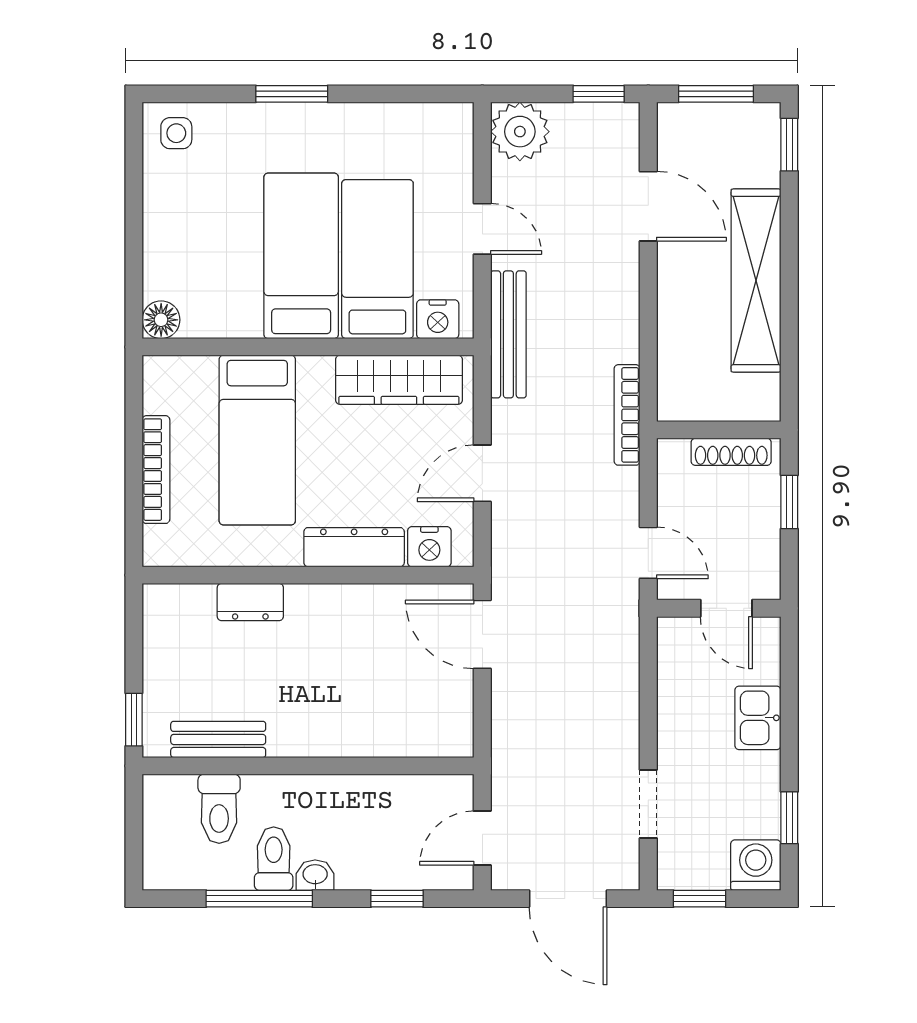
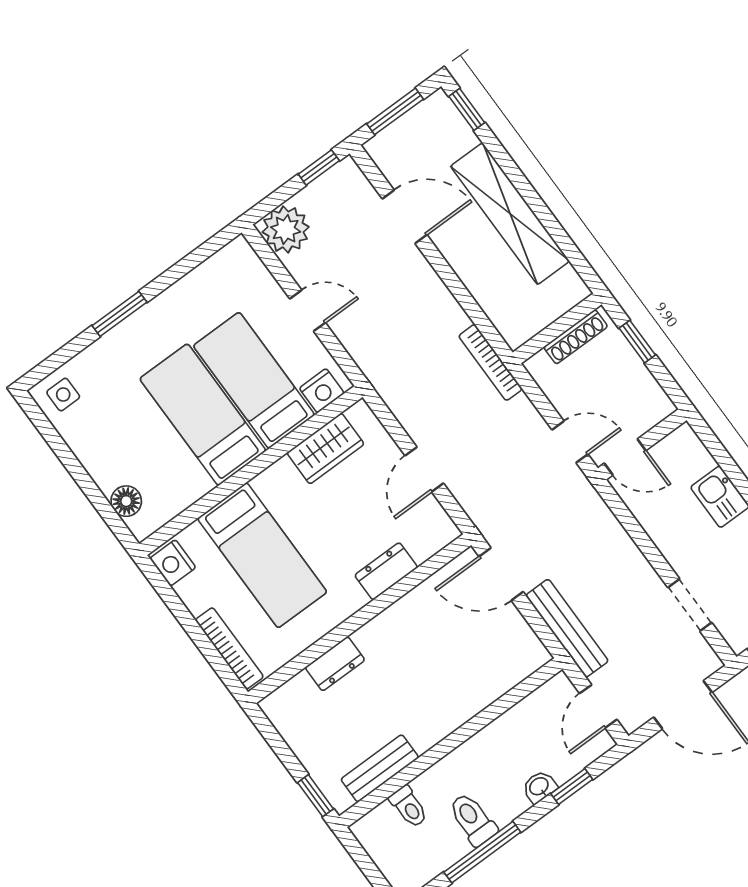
floor lamp: (161, 320) -> (126, 501), moved
bench: (508, 334) -> (567, 628), moved
wardrobe: (399, 380) -> (325, 448), width x0.67
bookcase: (156, 470) -> (229, 648), moved
dresser: (354, 547) -> (386, 571), width x0.70
nightstand: (429, 547) -> (173, 563), moved, turned 90
door: (726, 608) -> (625, 457), moved
toilet: (219, 809) -> (409, 807), width x0.73, depth x0.72
washbasin: (315, 875) -> (539, 787), moved

